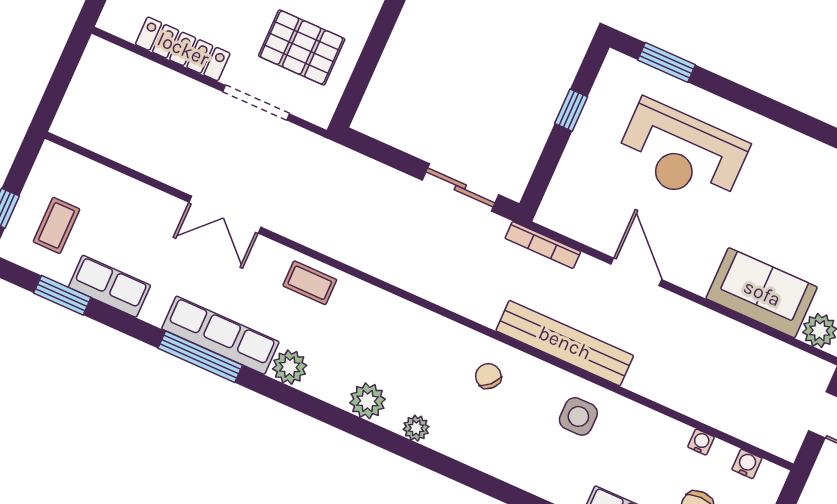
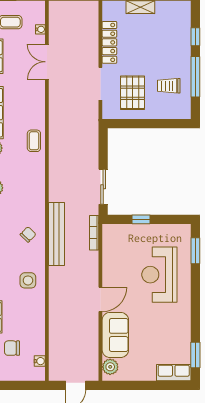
window: (571, 110) -> (141, 219), moved
double door: (225, 215) -> (47, 62), moved
door: (636, 272) -> (100, 299), moved
bench: (565, 343) -> (57, 234), moved
water cooler: (701, 442) -> (40, 29), moved

